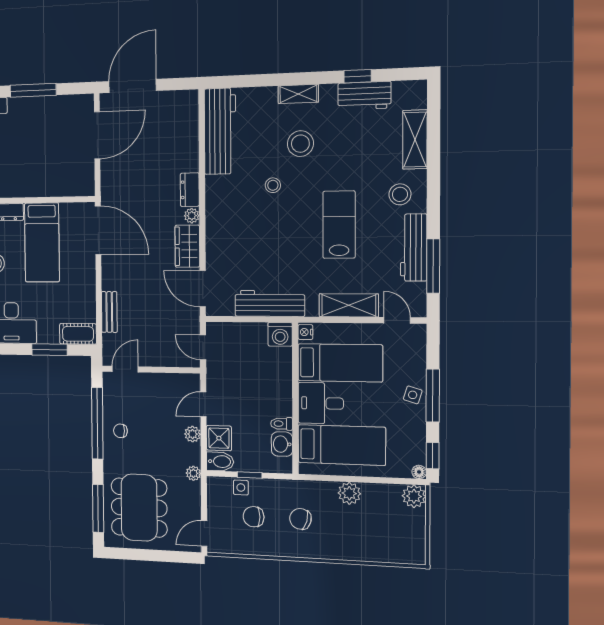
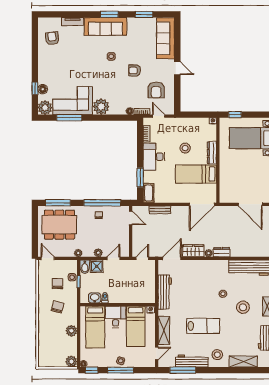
washing machine: (280, 334) -> (149, 297), removed
door: (203, 404) -> (114, 258), hinge flipped

